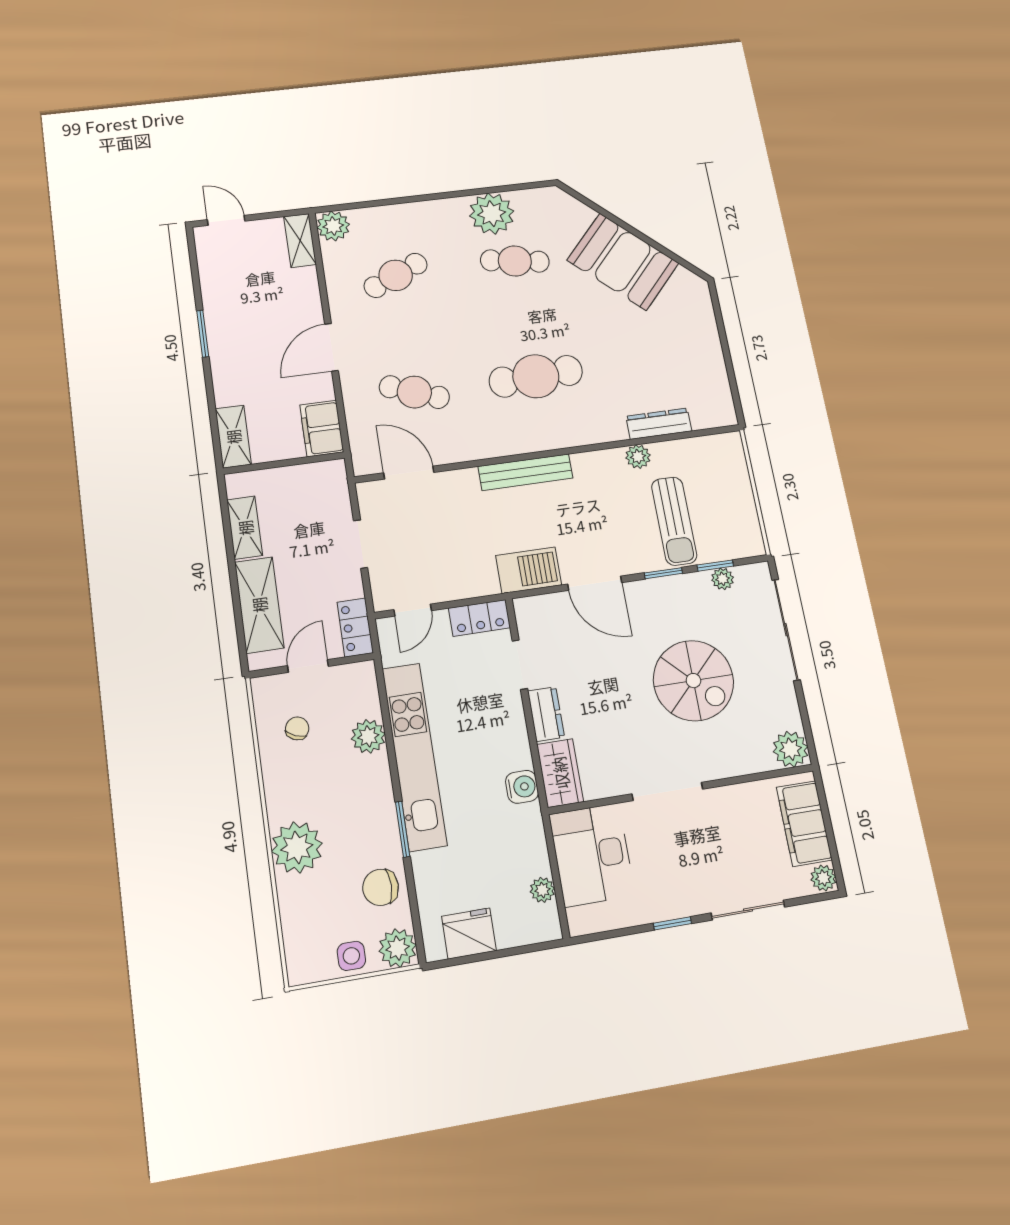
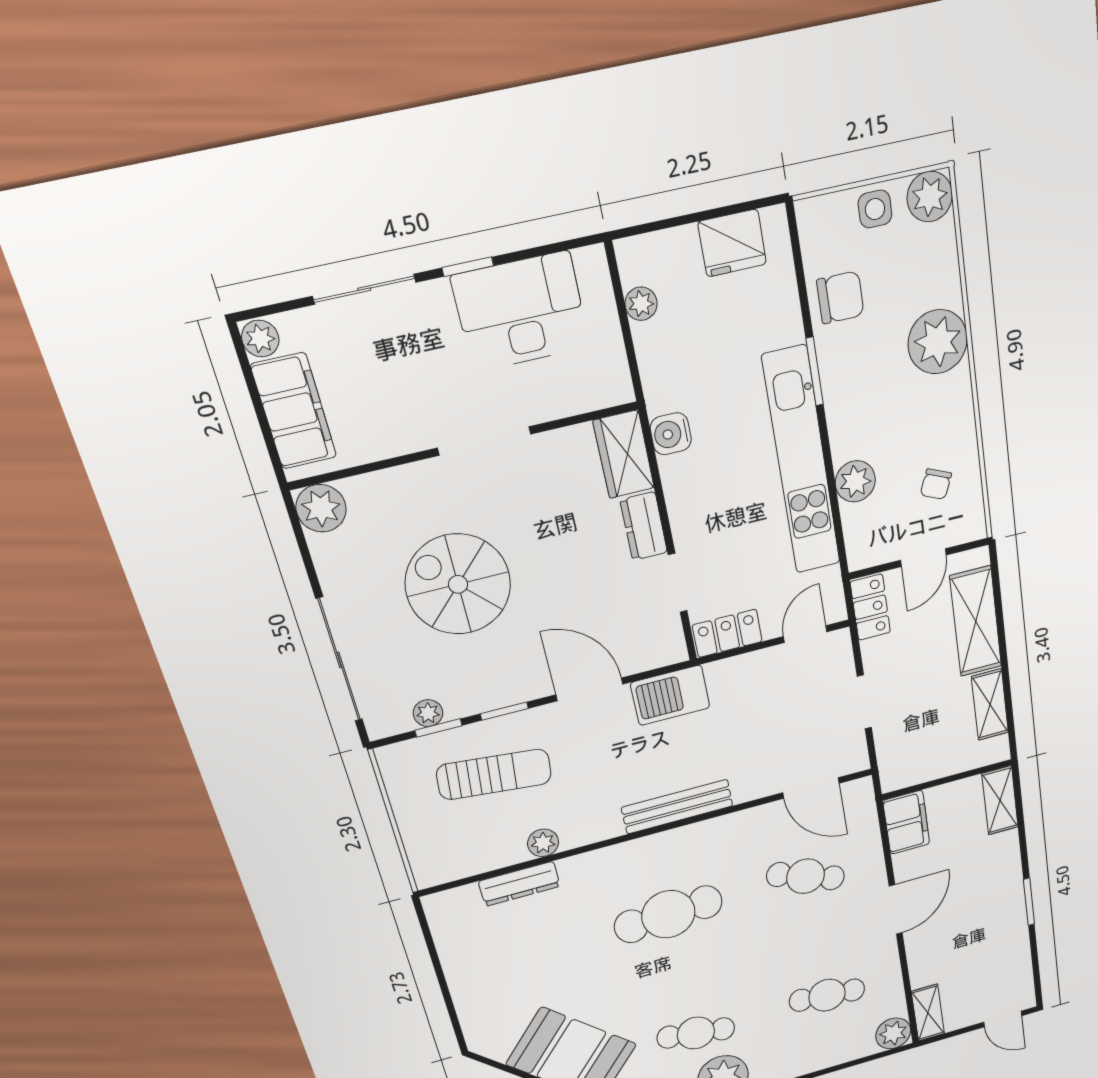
cafe table: (396, 275) -> (827, 995), turned 30
sun lounger: (674, 521) -> (494, 774), turned 96
desk: (592, 855) -> (521, 312), moved, turned -90
plant: (398, 948) -> (930, 197), moved

